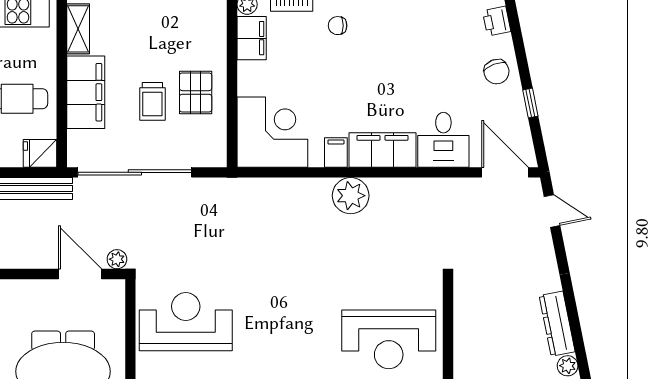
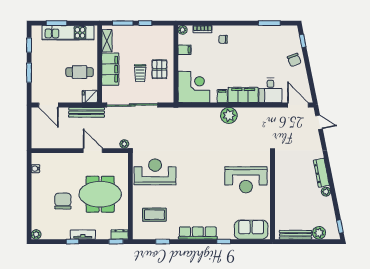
printer: (497, 21) -> (294, 37), removed
filing cabinet: (252, 38) -> (185, 50), width x0.50
window: (530, 103) -> (303, 41), moved
door: (80, 274) -> (93, 151), moved

